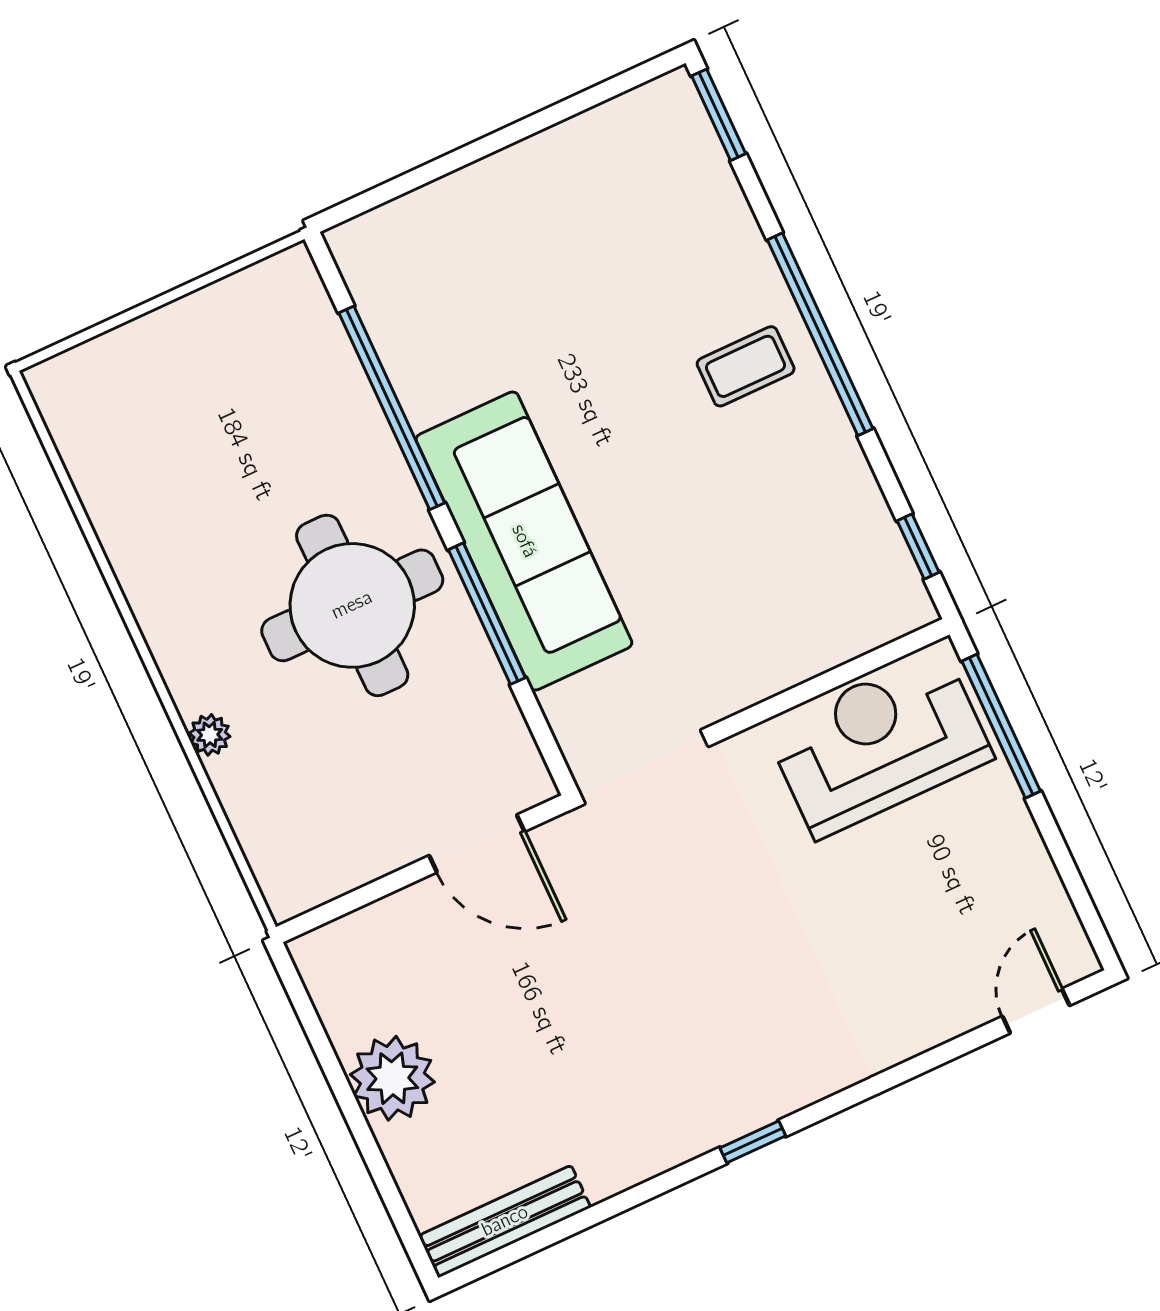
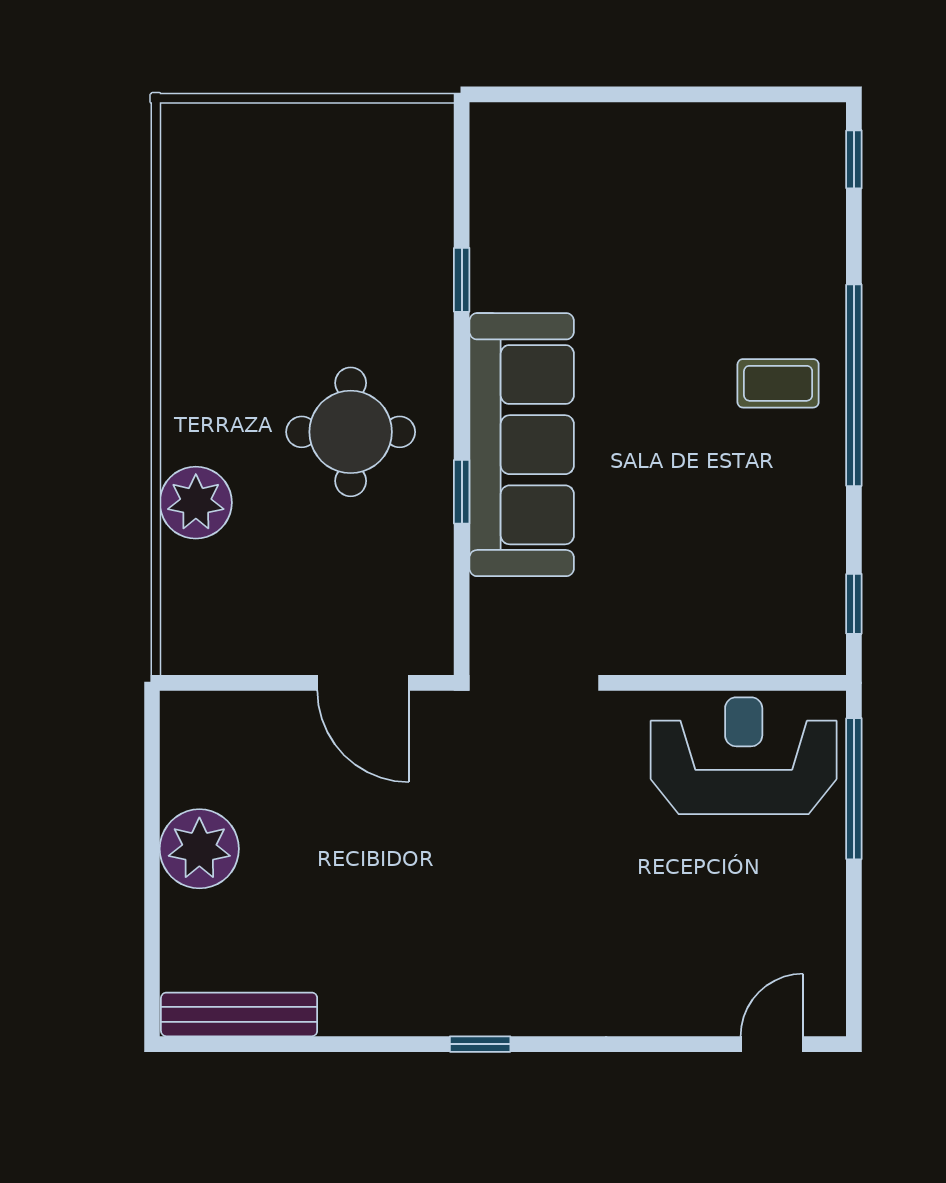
window: (719, 115) -> (854, 159), width x0.67
window: (392, 408) -> (462, 280), width x0.32
round table: (352, 605) -> (351, 432), width x0.73, depth x0.73
window: (487, 614) -> (462, 492), width x0.46
plant: (210, 735) -> (196, 503), width x1.88, depth x1.88

